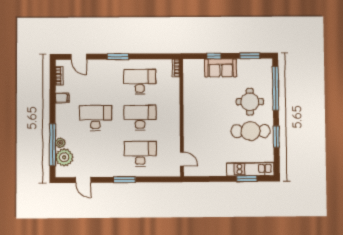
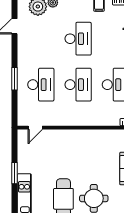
window: (247, 179) -> (14, 173), moved
window: (124, 180) -> (14, 79), moved

